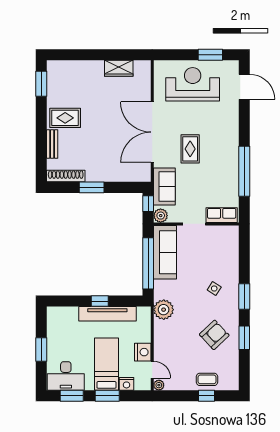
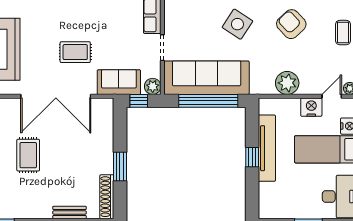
rug: (65, 118) -> (28, 155), moved
sofa: (165, 252) -> (207, 78), width x1.36, depth x1.27
side table: (214, 288) -> (237, 24), width x1.87, depth x1.87
plant: (164, 310) -> (287, 83), moved

